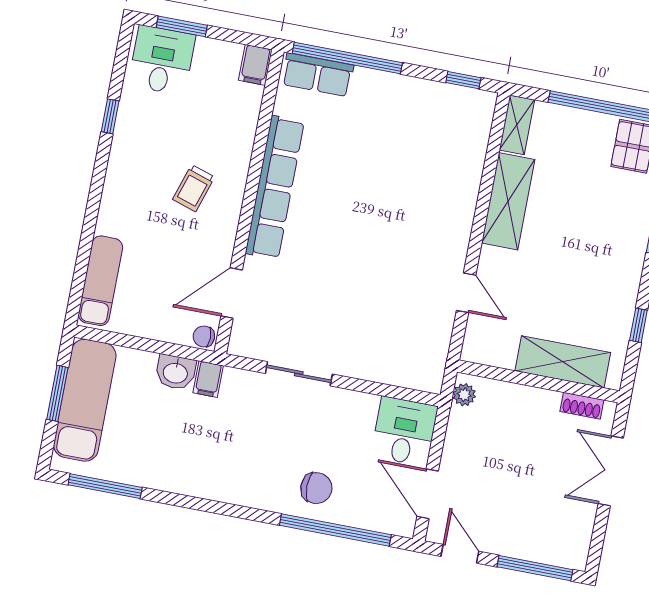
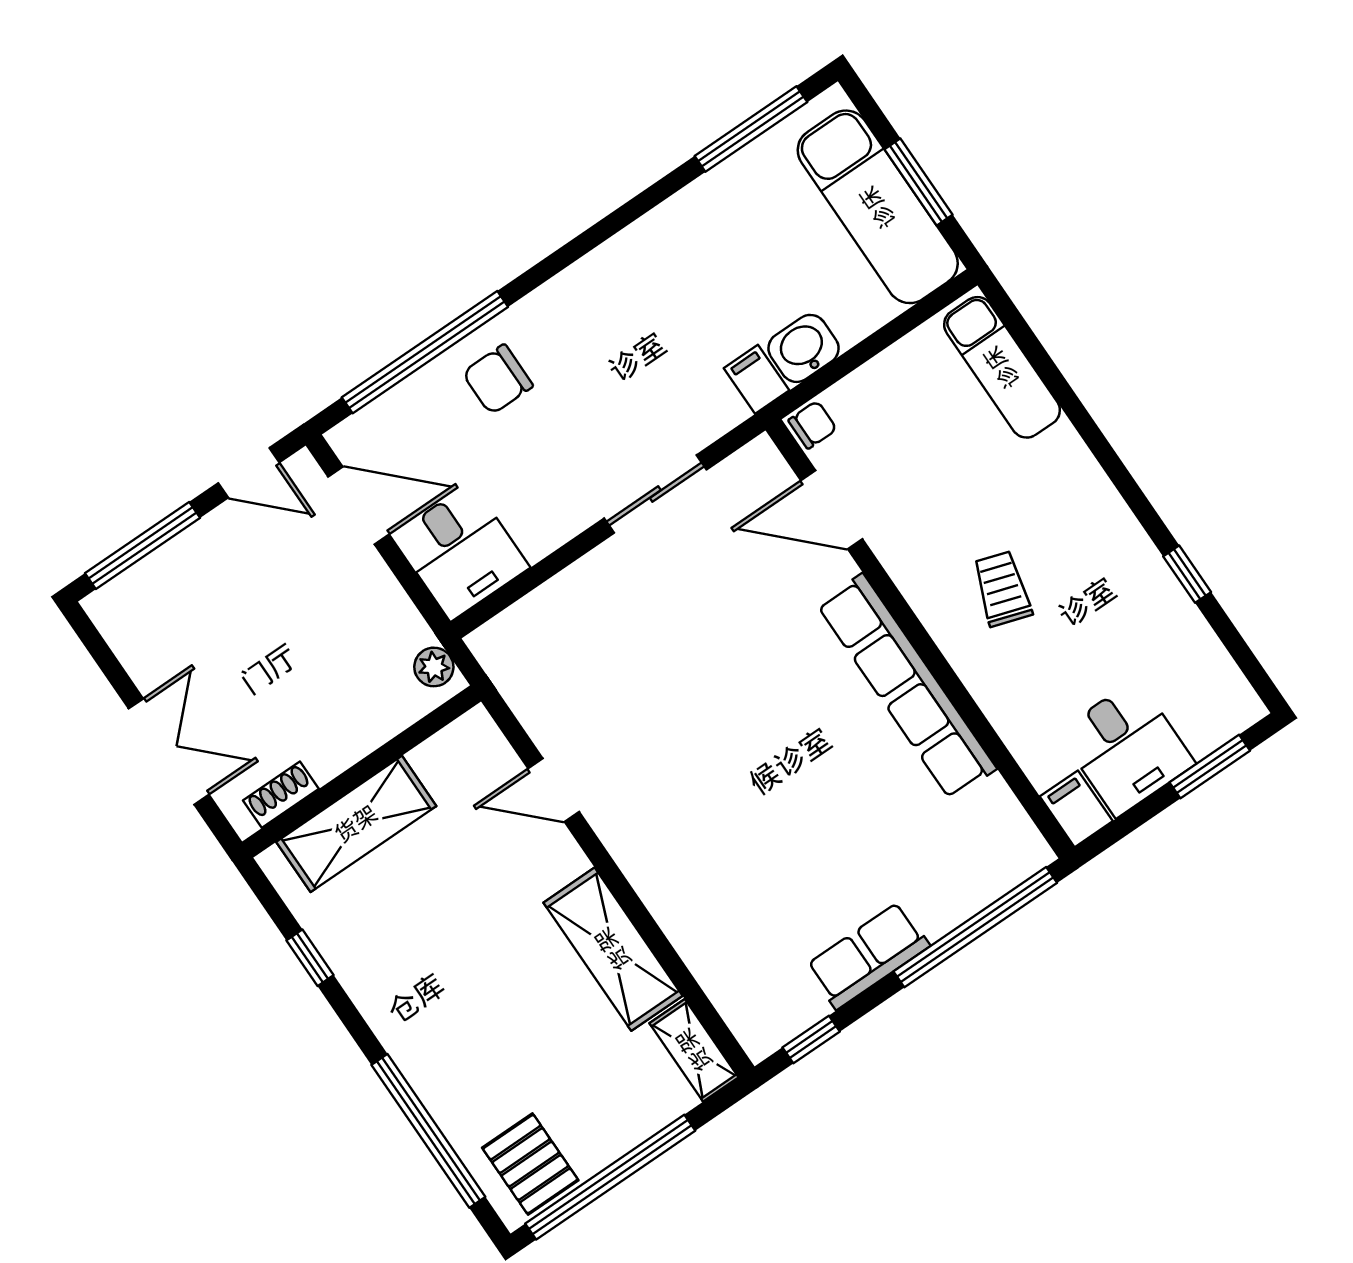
desk: (162, 60) -> (1126, 748), moved
row of seats: (318, 75) -> (868, 956), moved
door: (232, 293) -> (832, 510), swing flipped

